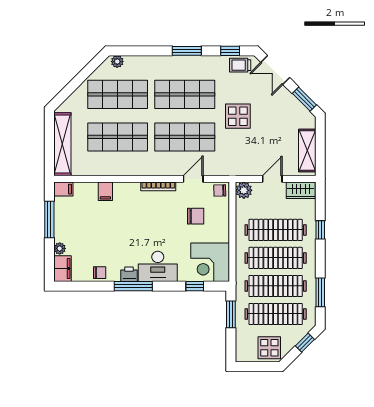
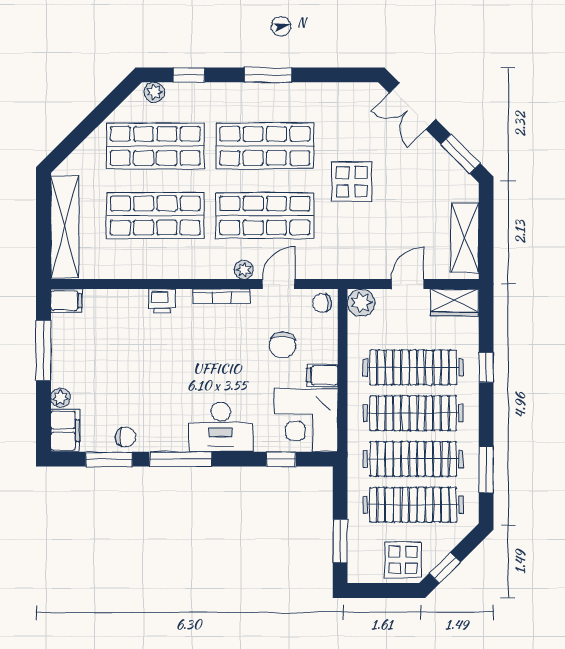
window: (230, 51) -> (189, 75), moved
trolley: (240, 65) -> (355, 98), removed
plant: (172, 170) -> (244, 270), added
filing cabinet: (105, 191) -> (322, 375), moved, turned 90
chair: (196, 216) -> (283, 345), turned 95
printer: (129, 274) -> (162, 301), moved, turned 180
window: (89, 286) -> (109, 459), added
window: (231, 314) -> (340, 541), moved
window: (305, 343) -> (445, 568), moved

